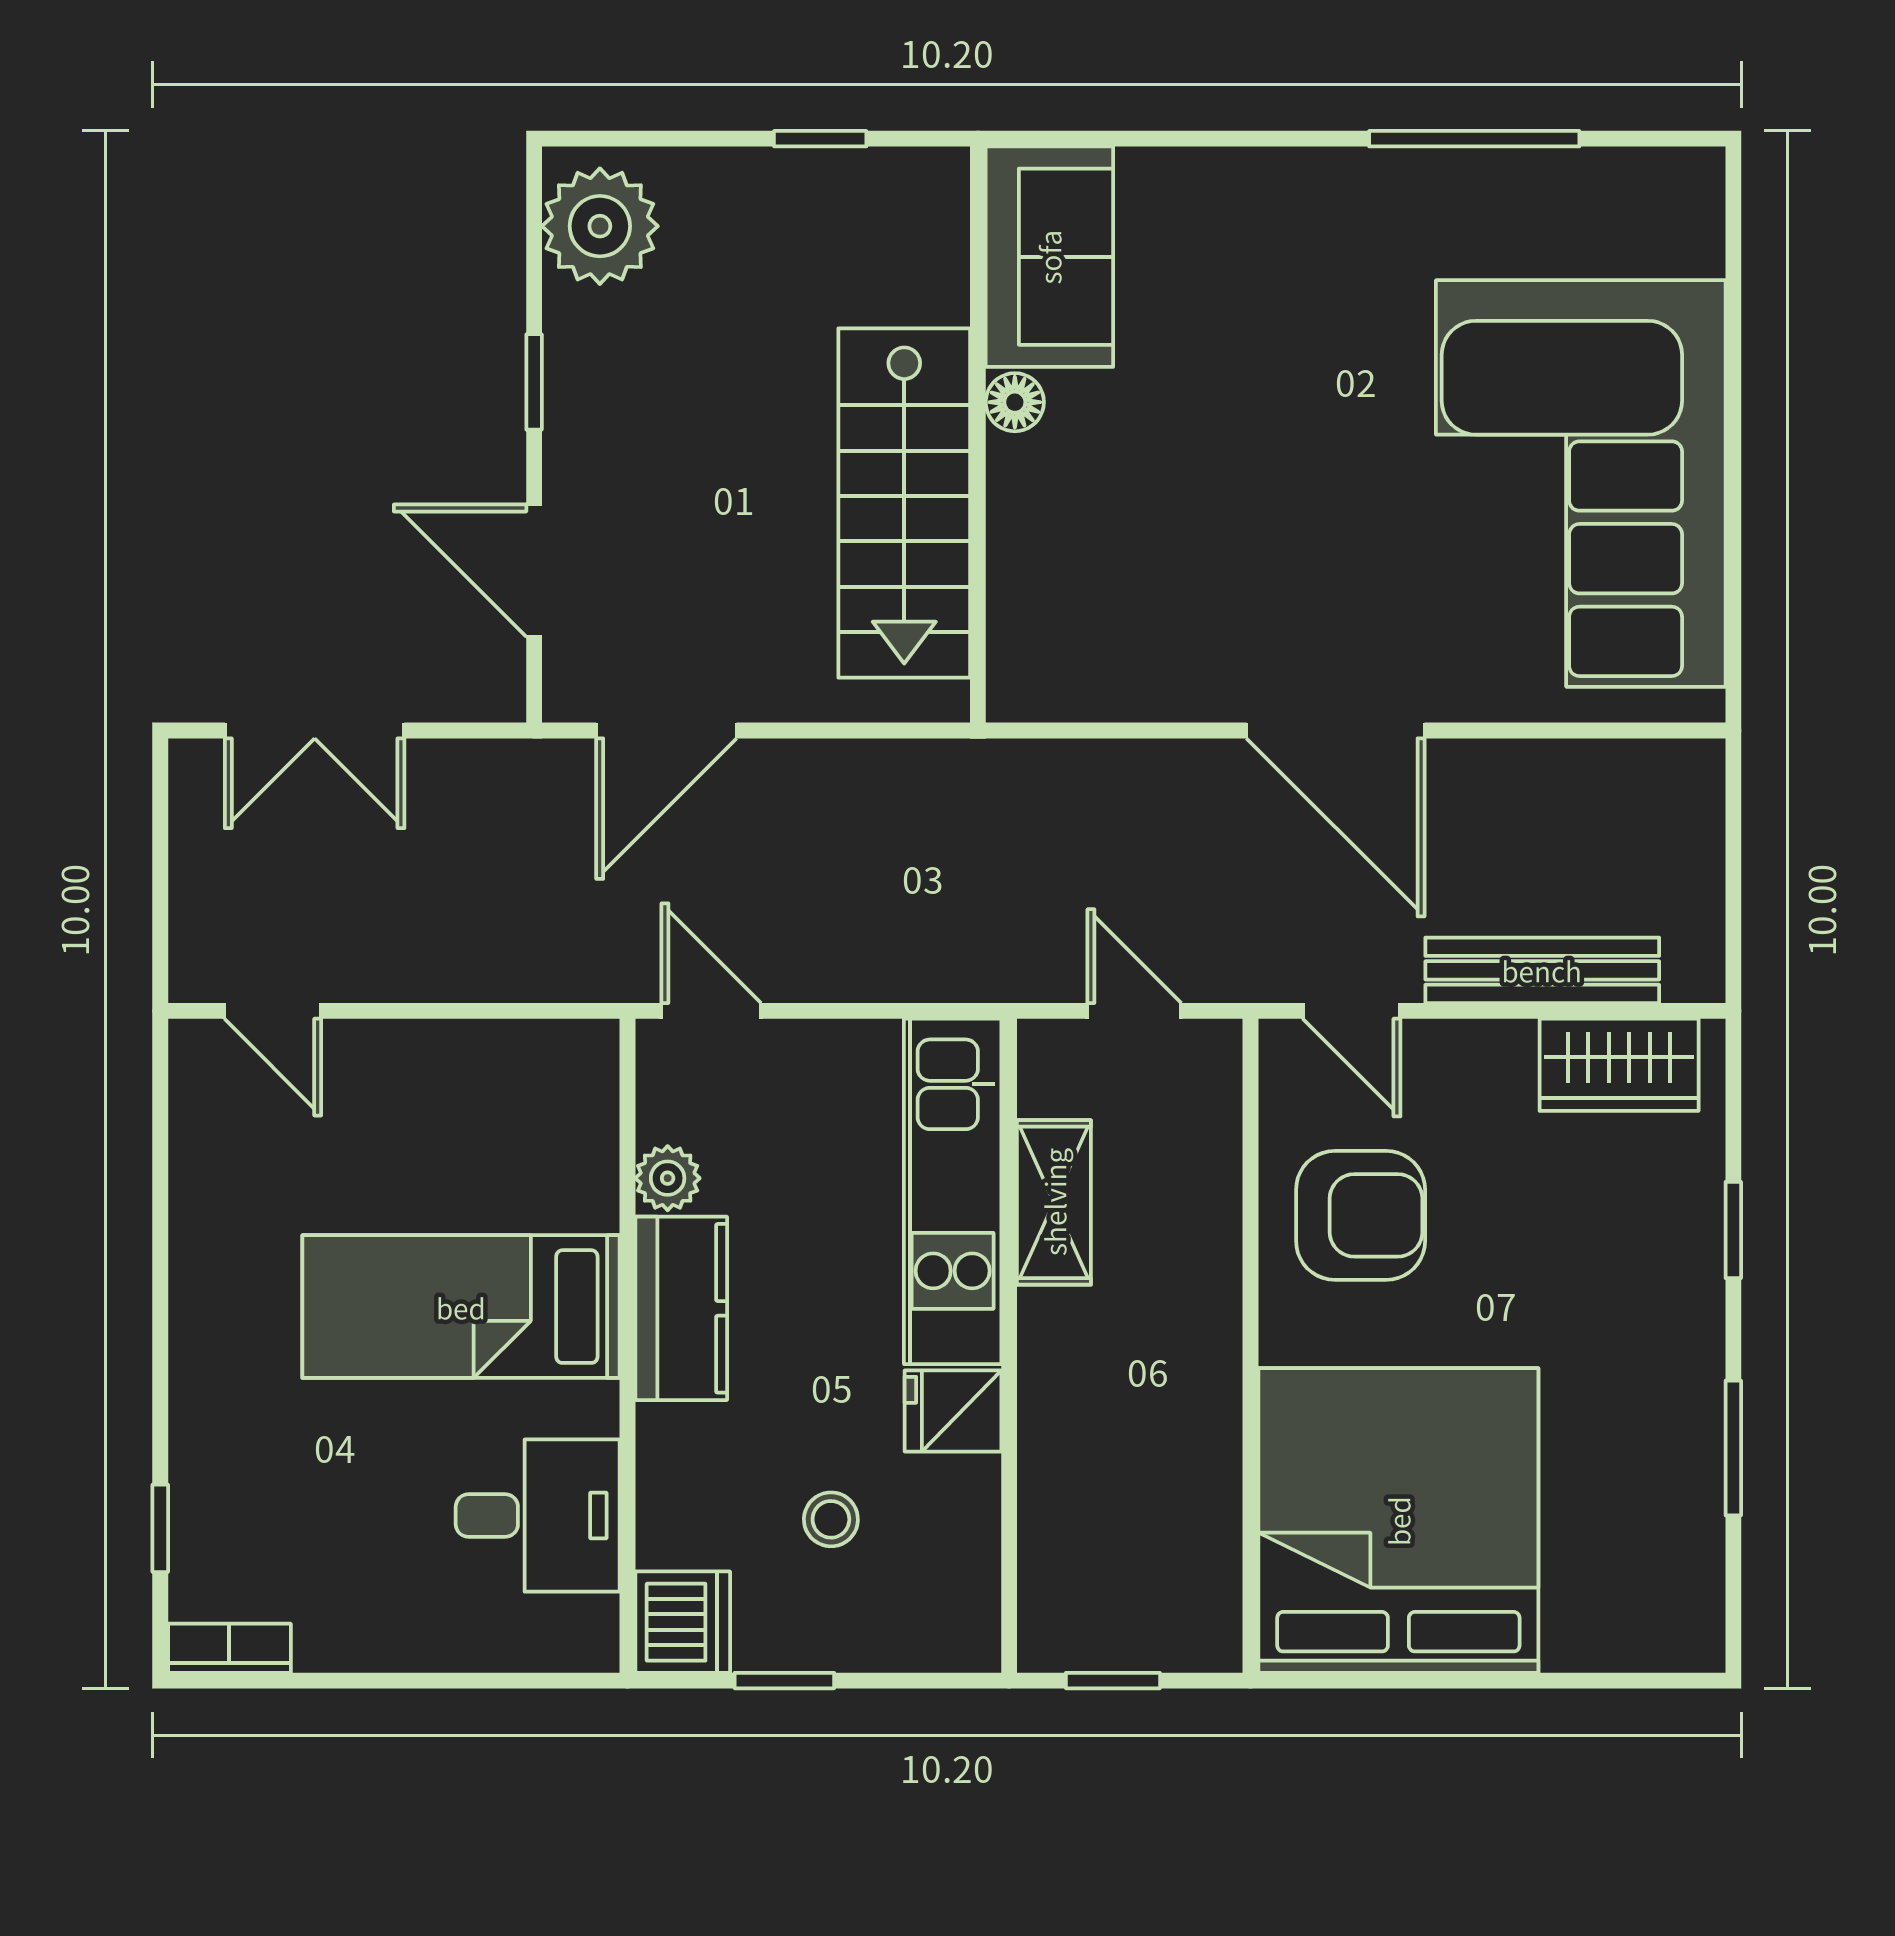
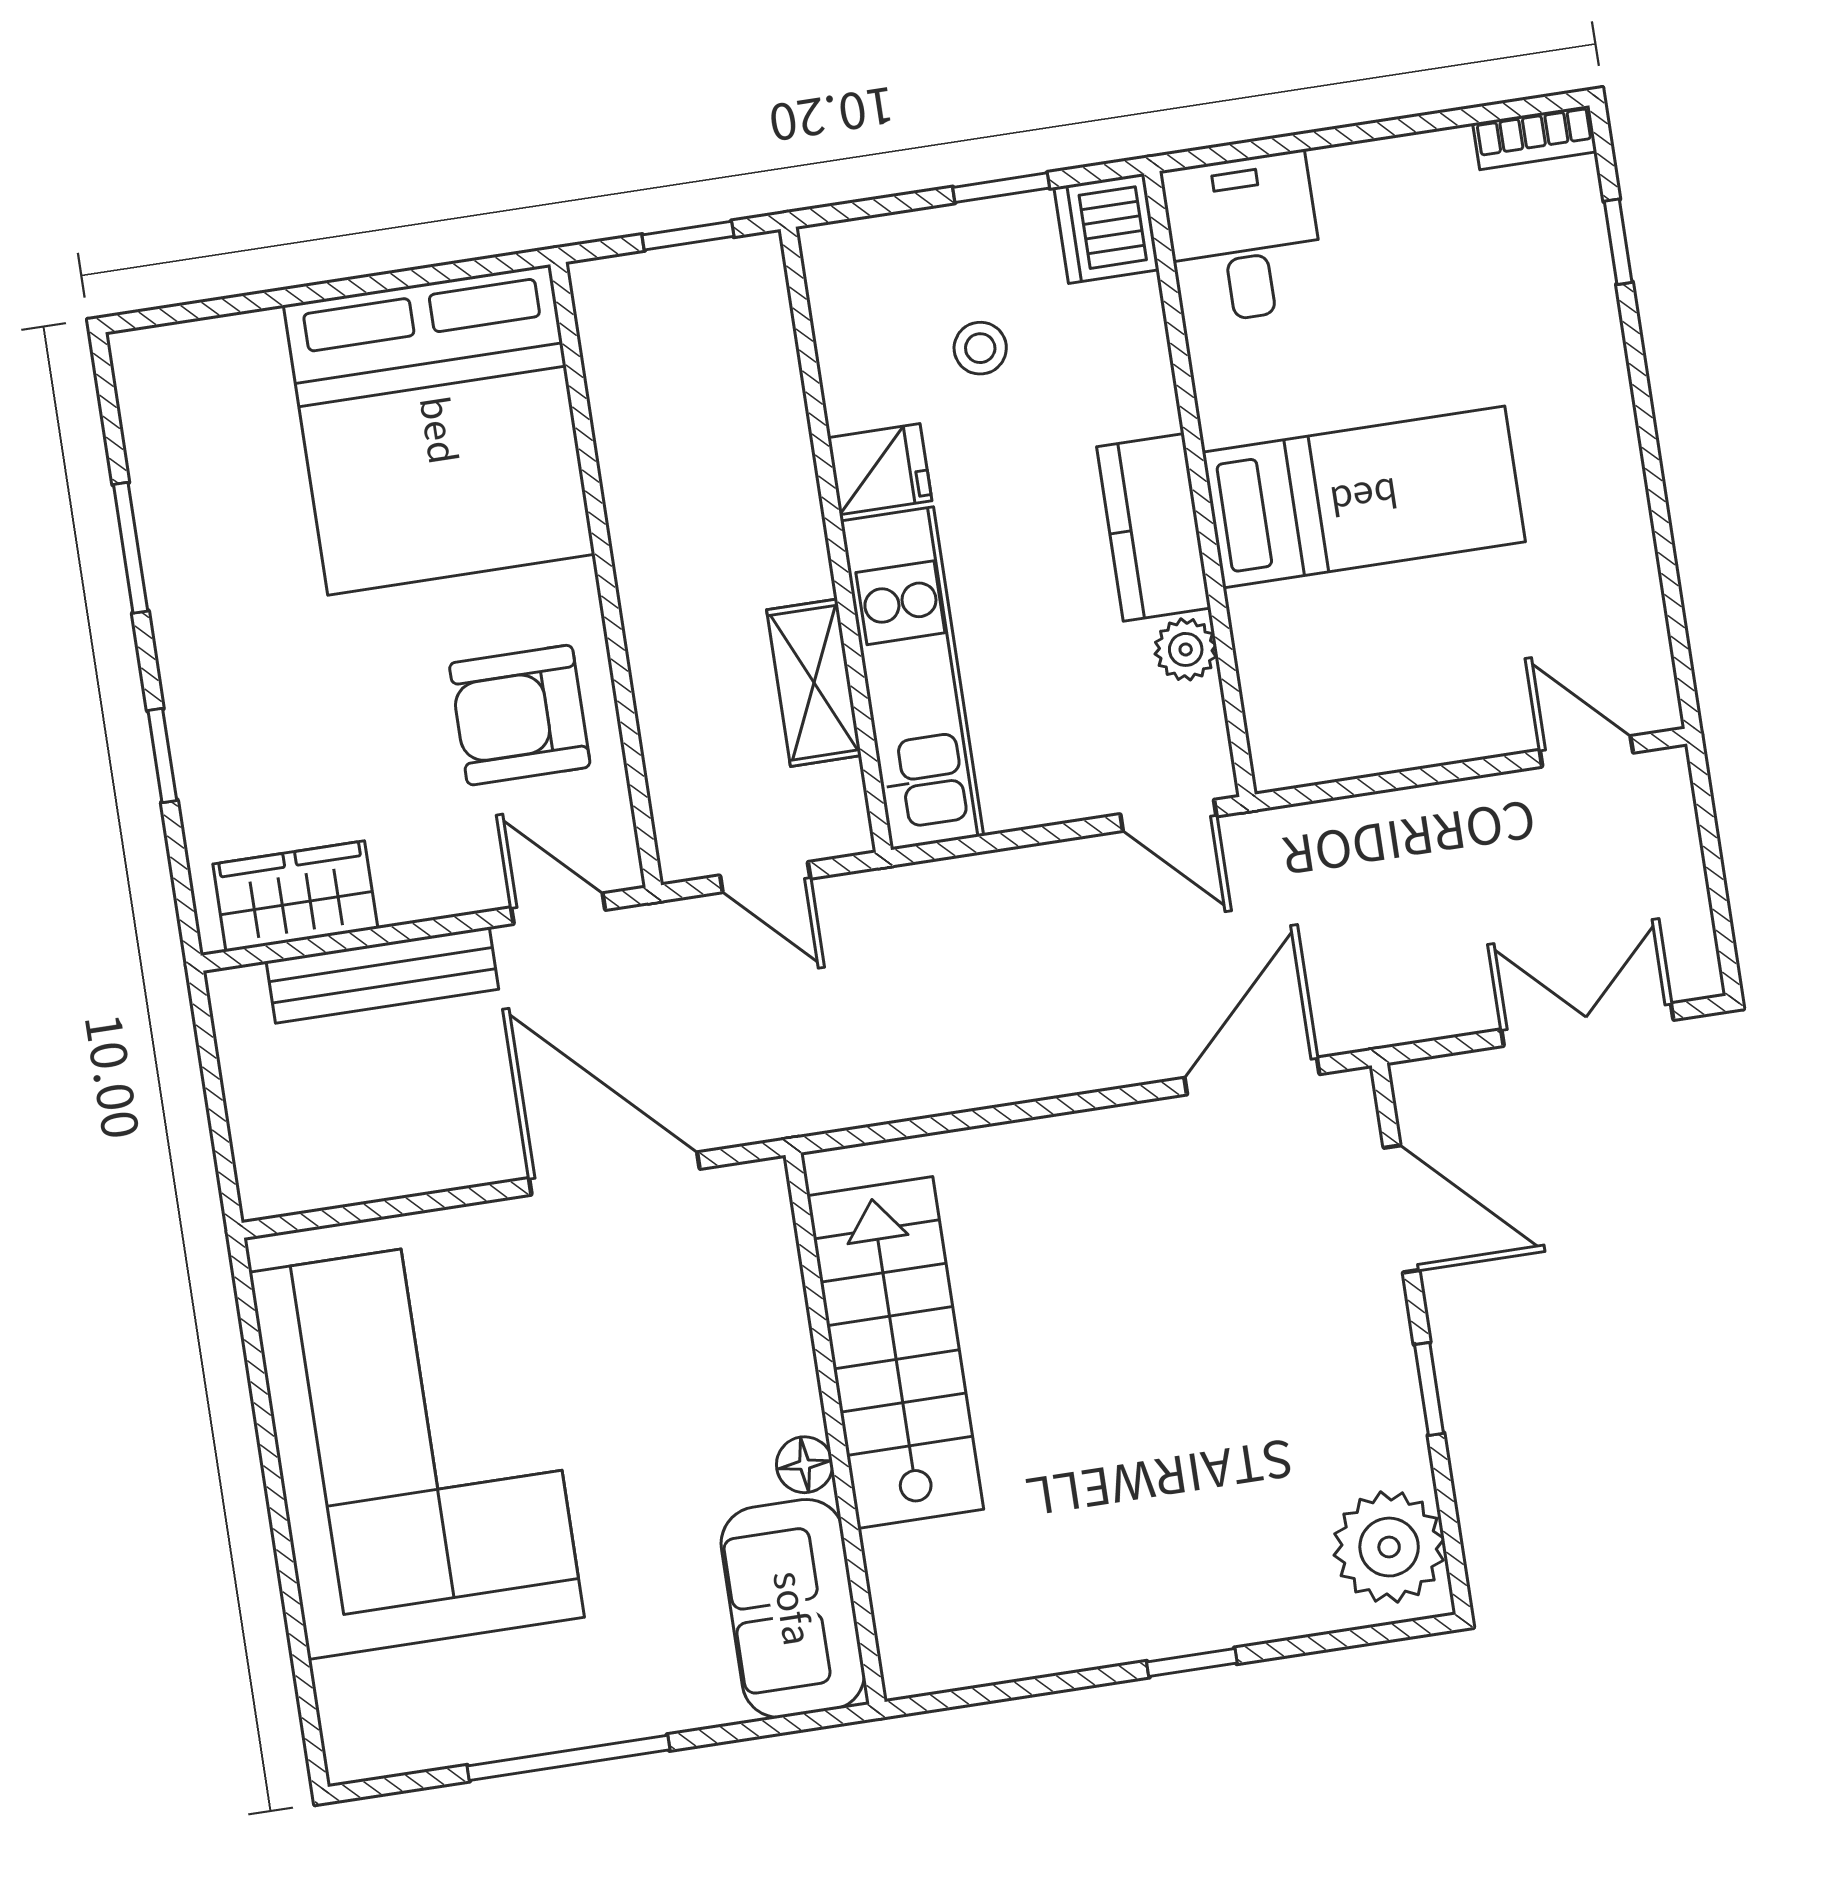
sofa: (1049, 257) -> (793, 1608), moved
floor lamp: (1015, 402) -> (805, 1465), moved
wall: (978, 435) -> (835, 1428), moved
stairs: (904, 503) -> (895, 1353), moved
desk: (538, 1516) -> (1244, 238), moved, turned 90

